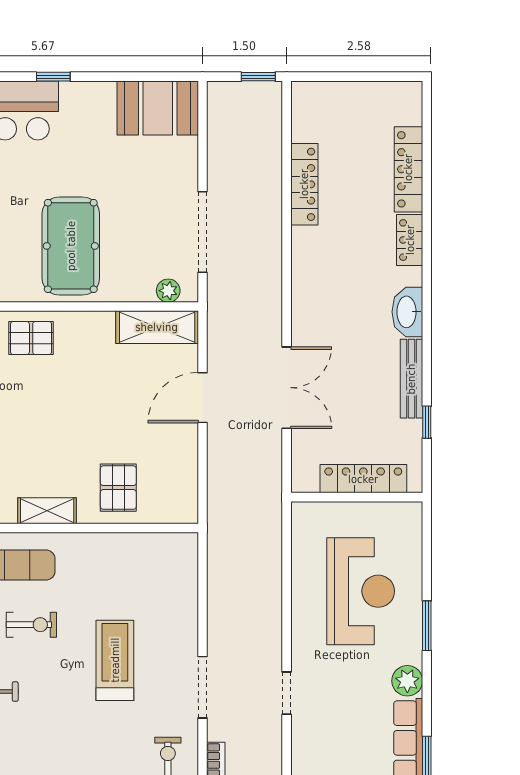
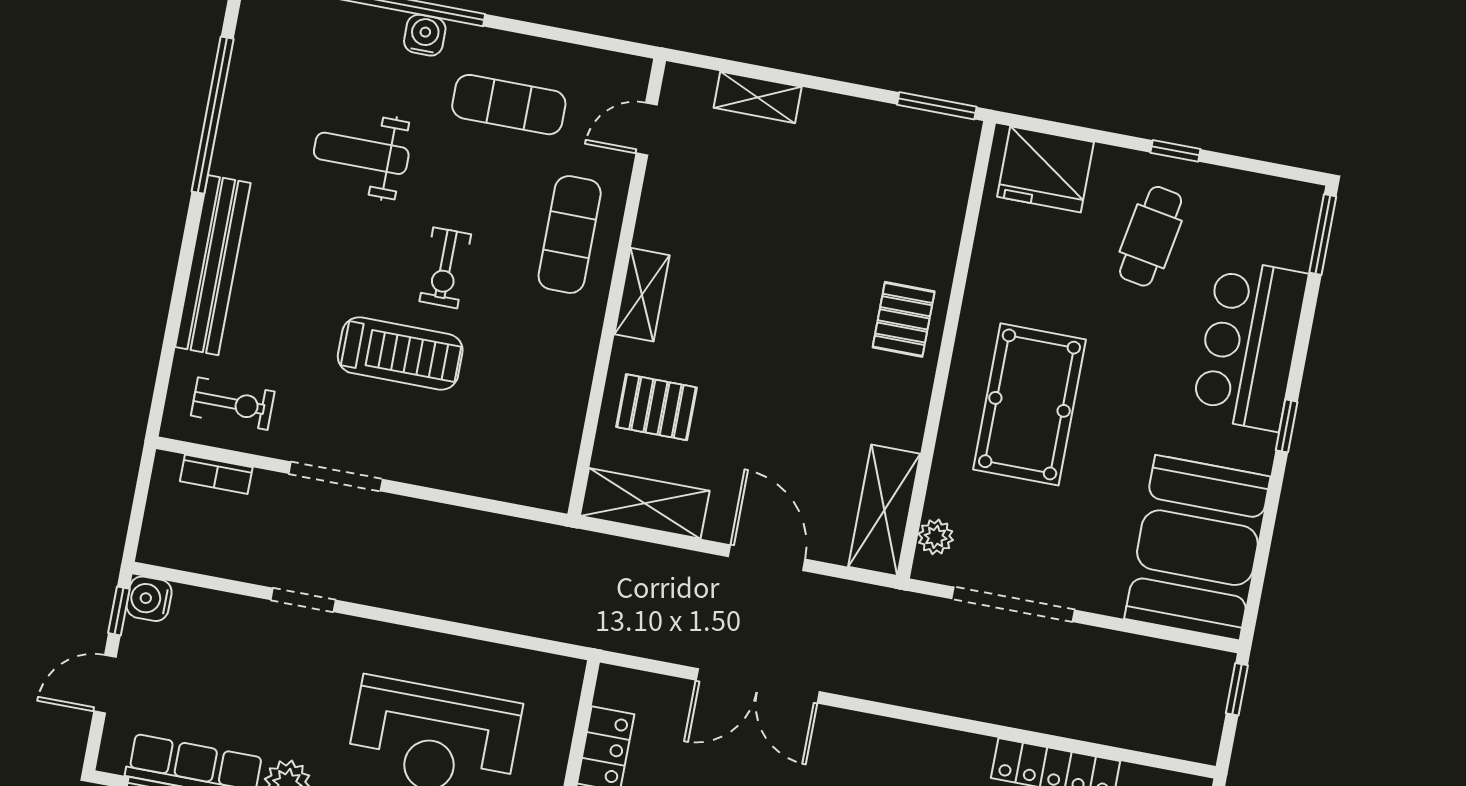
window: (258, 77) -> (1237, 689), moved
booth: (158, 108) -> (1197, 548), width x1.36, depth x1.42
pool table: (71, 246) -> (1030, 404), turned 90
shelving: (182, 483) -> (645, 503), added
exercise bike: (31, 625) -> (445, 268), moved

